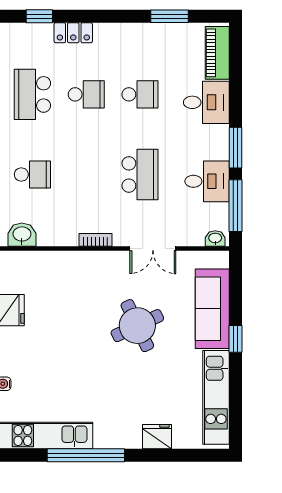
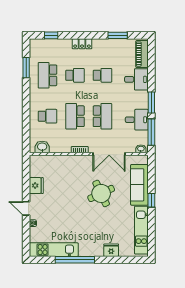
locker: (73, 33) -> (82, 44), moved
school desk: (86, 174) -> (75, 116), added
double door: (153, 248) -> (109, 154), width x1.37

